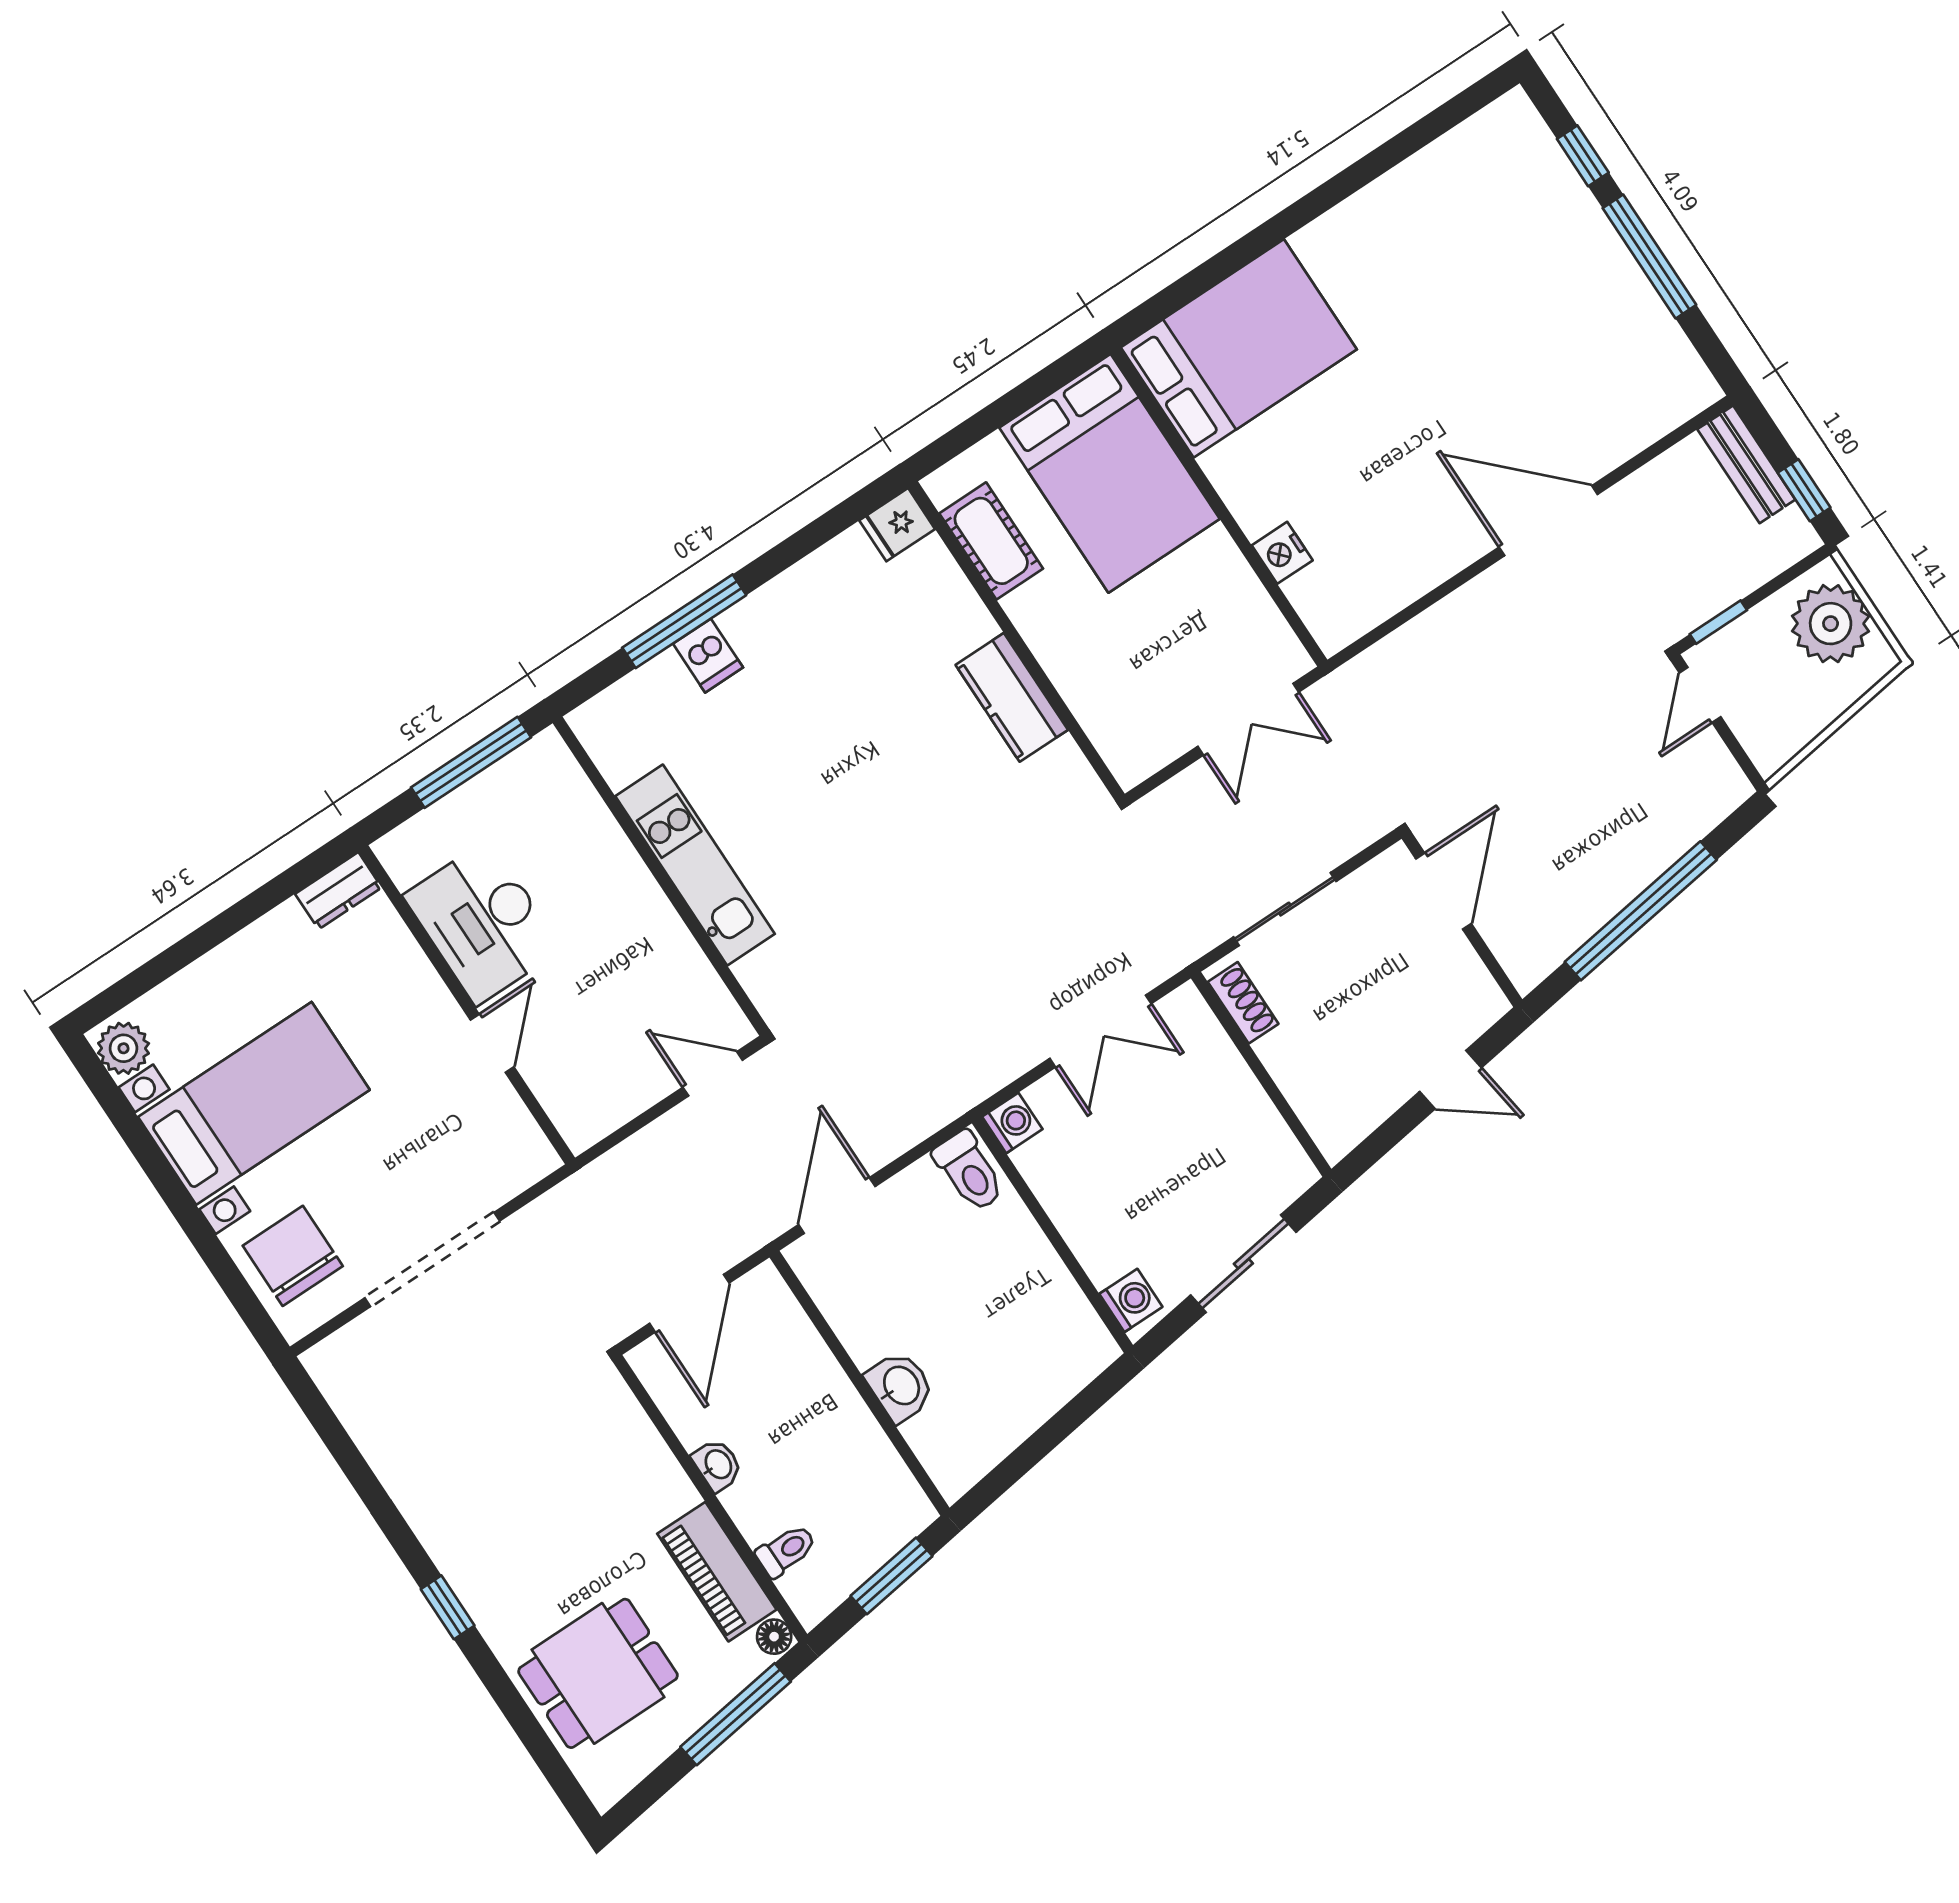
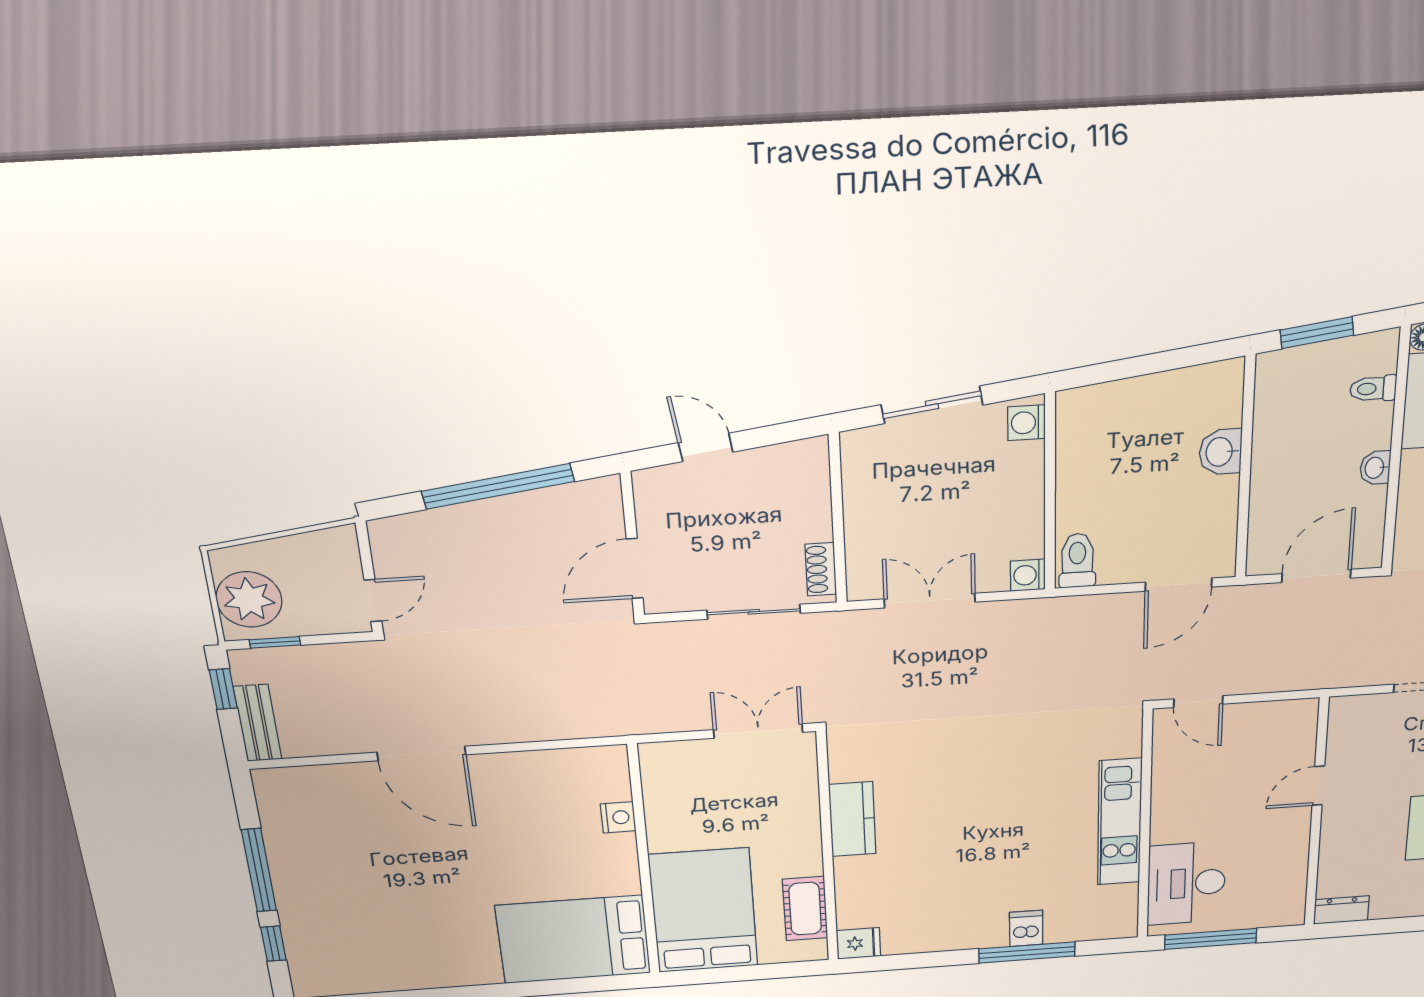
window: (1718, 622) -> (275, 642), moved
double door: (1248, 719) -> (758, 731), moved
desk: (483, 922) -> (1186, 883), moved, turned 180

